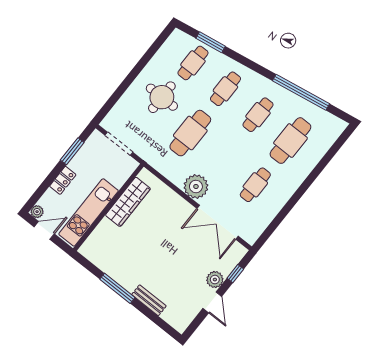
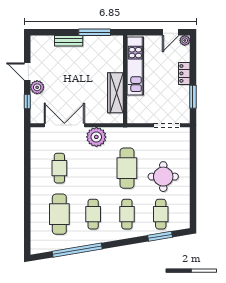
wardrobe: (128, 202) -> (115, 93), moved
wall: (108, 207) -> (125, 79), moved
kitchen unit: (89, 212) -> (135, 66), moved

